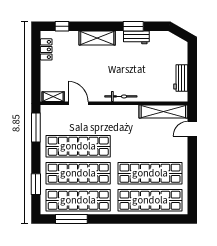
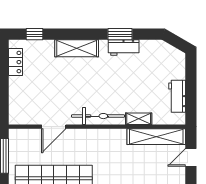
bicycle: (121, 96) -> (98, 116), width x1.37, depth x1.40
shelving: (53, 97) -> (139, 119), moved
door: (78, 103) -> (54, 127), swing flipped

